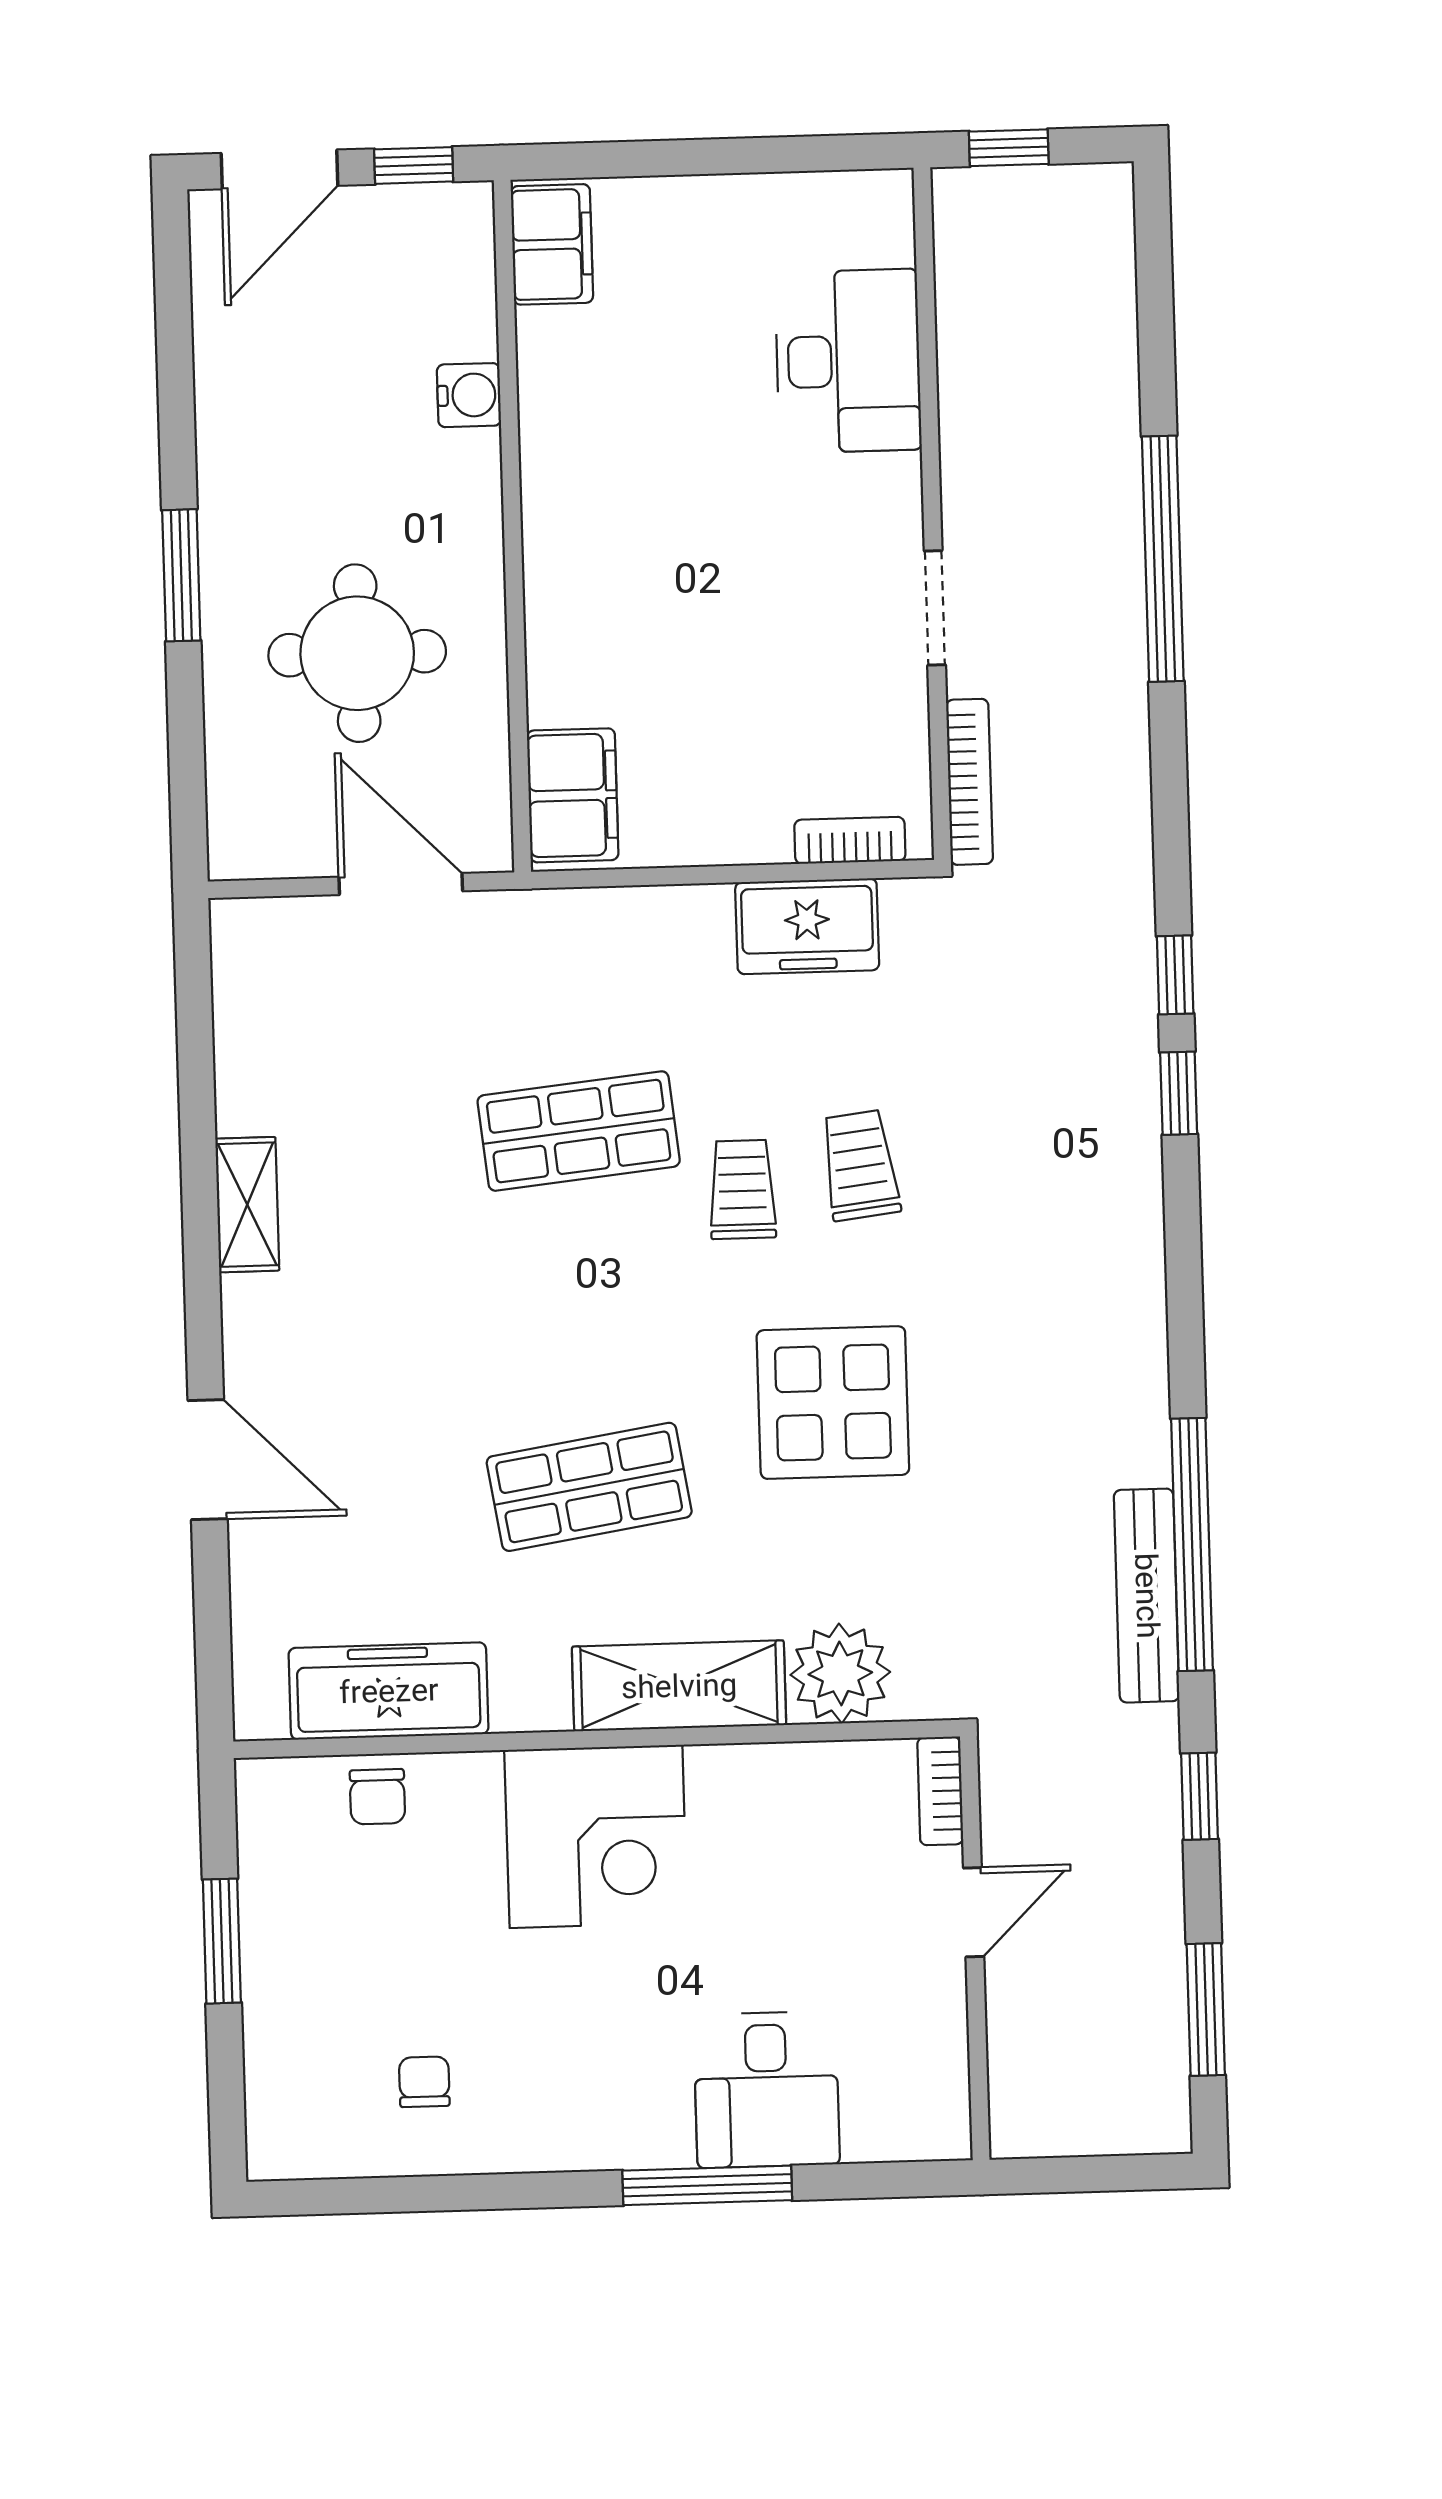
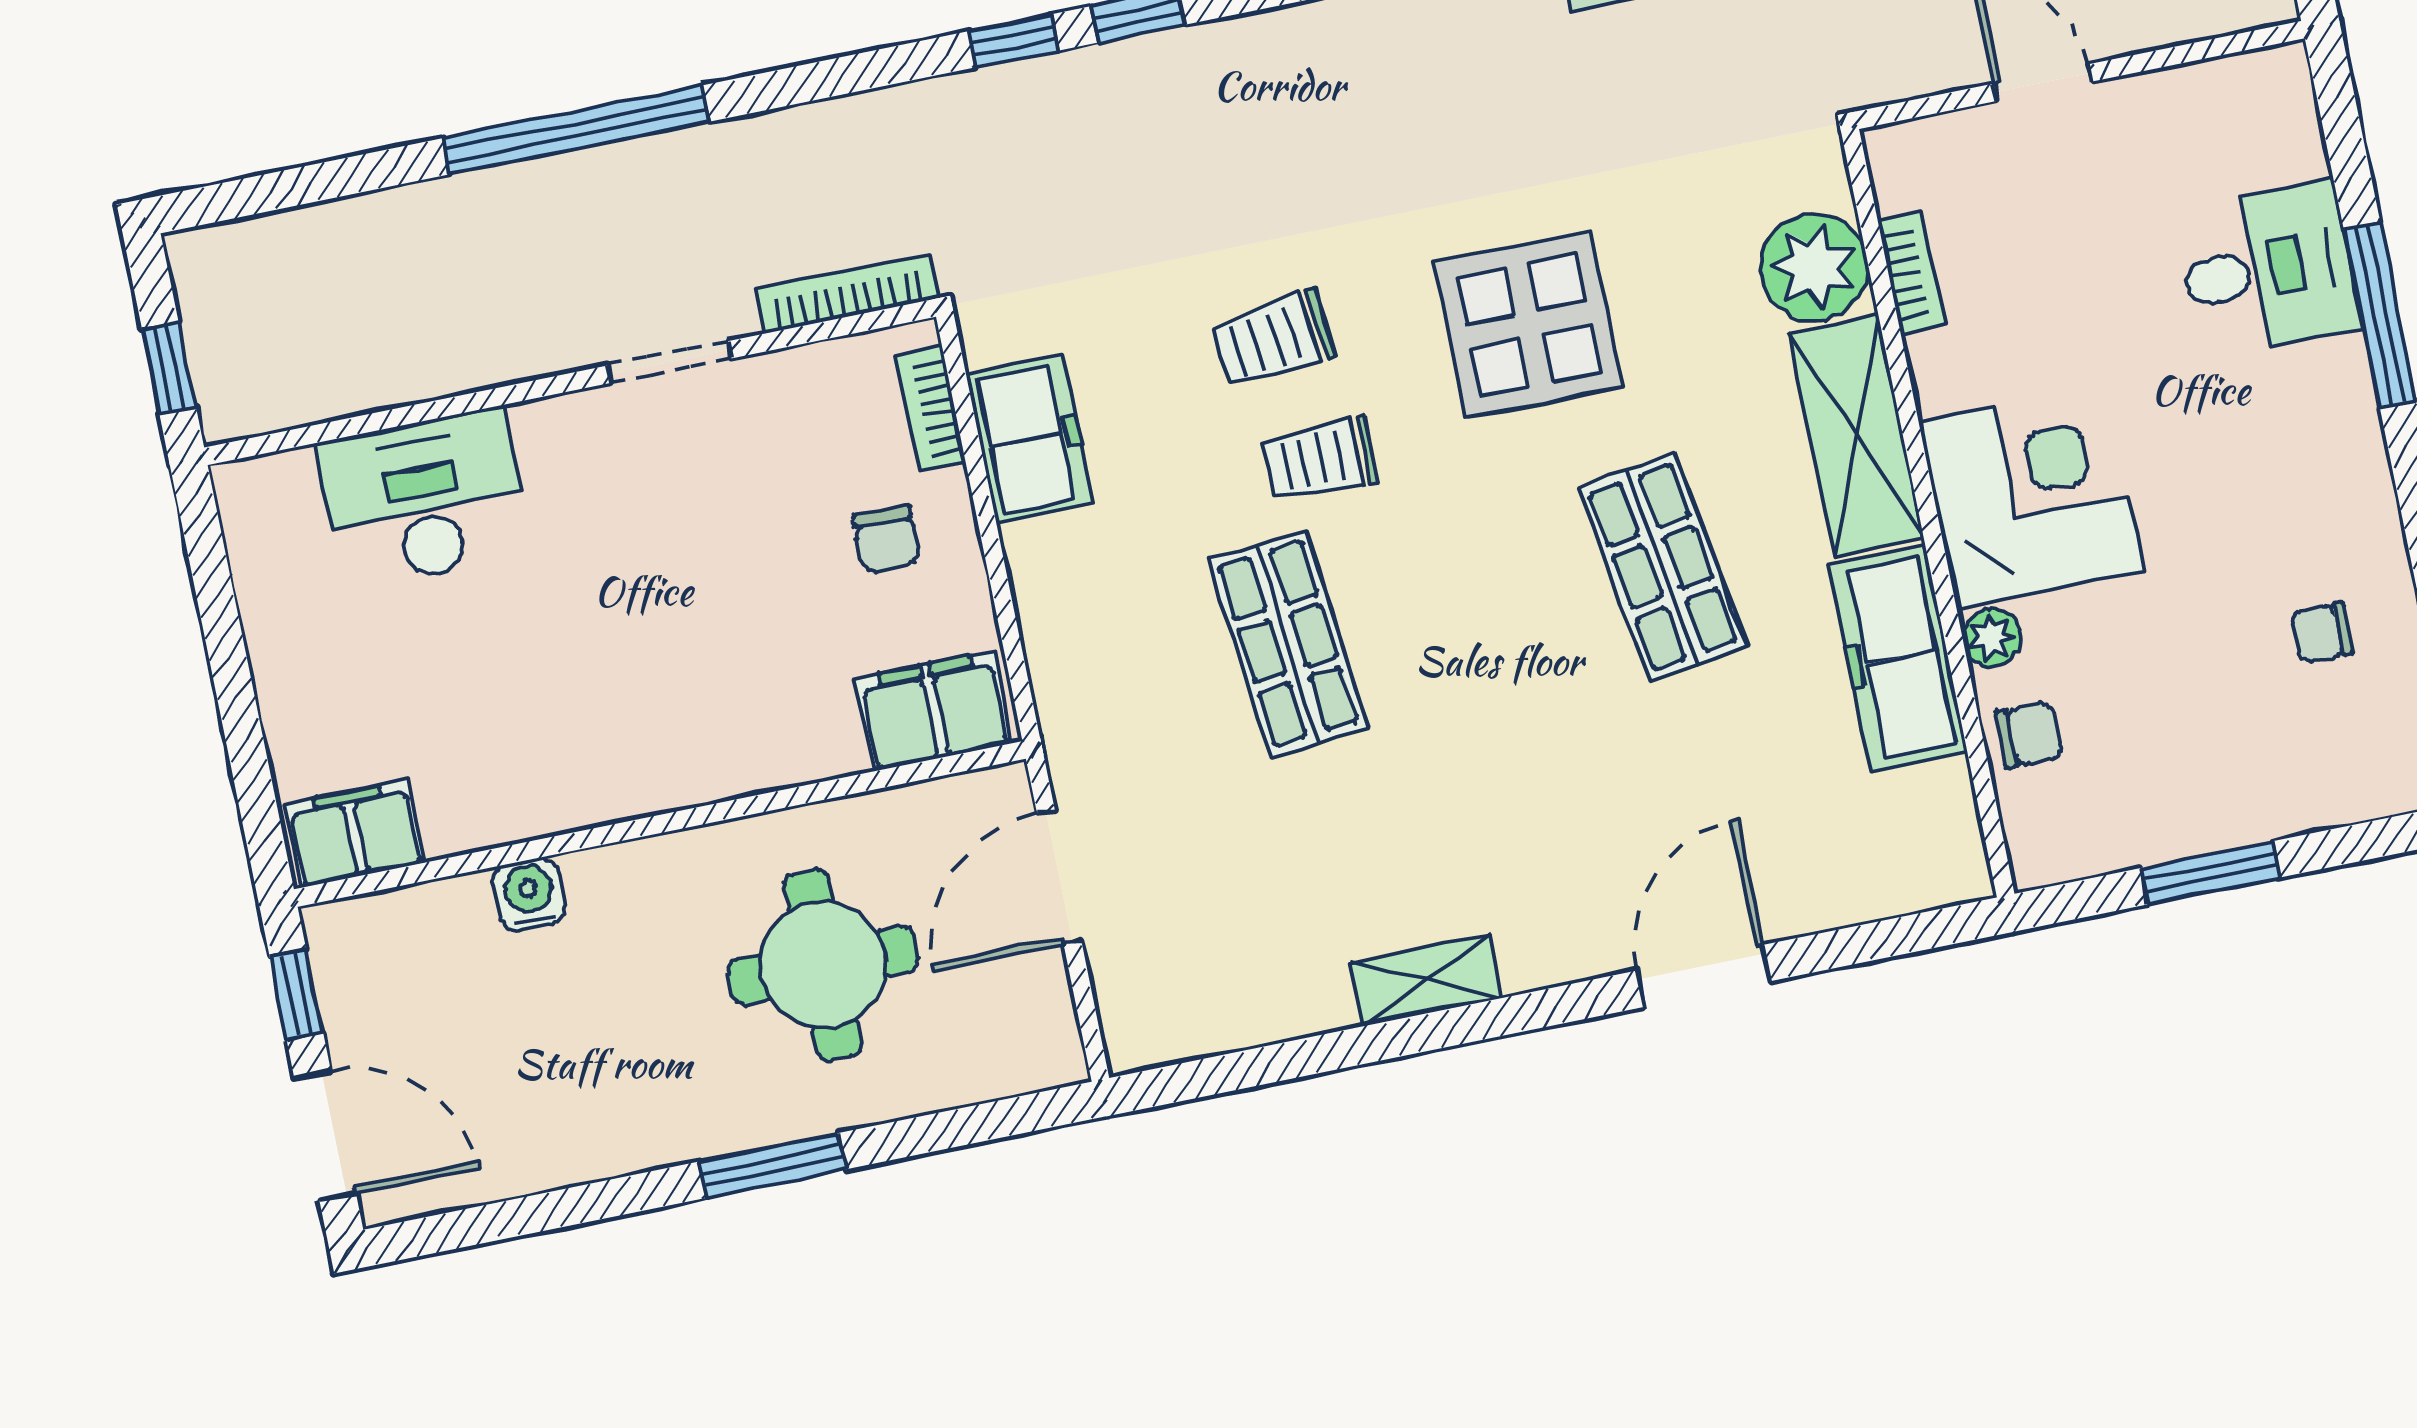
chair: (738, 779) -> (886, 539), added
freezer: (389, 1691) -> (1898, 658), moved
plant: (473, 1778) -> (1992, 637), added
bookcase: (940, 1791) -> (1912, 273), moved, turned -90

